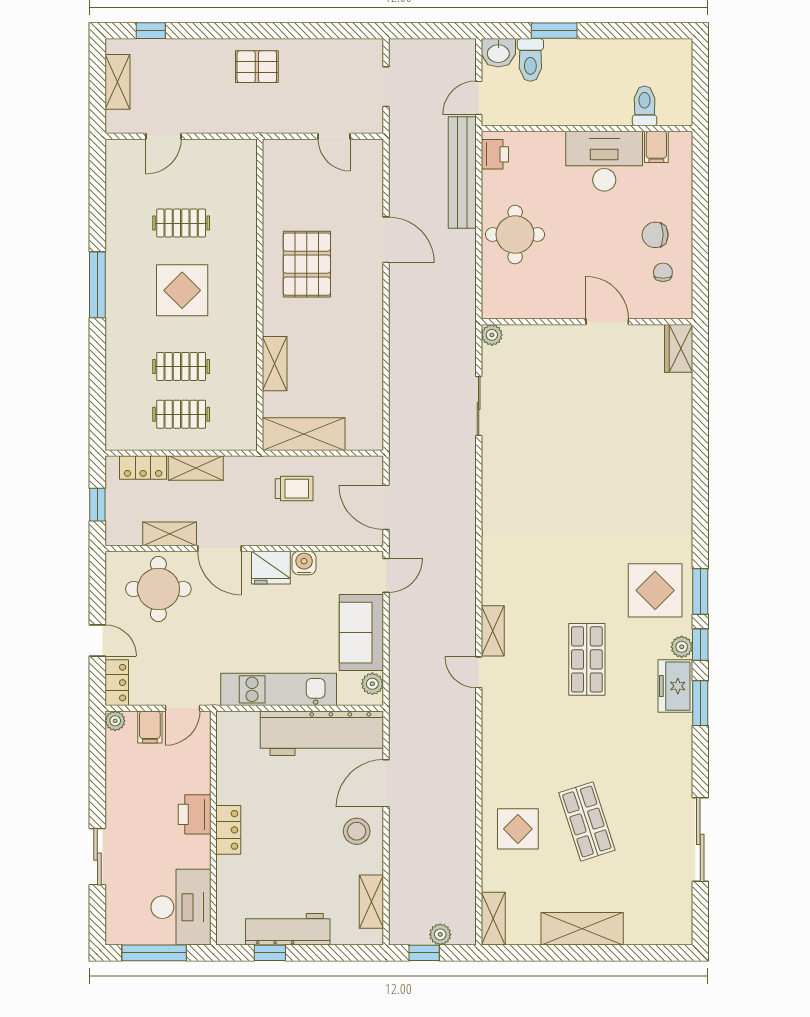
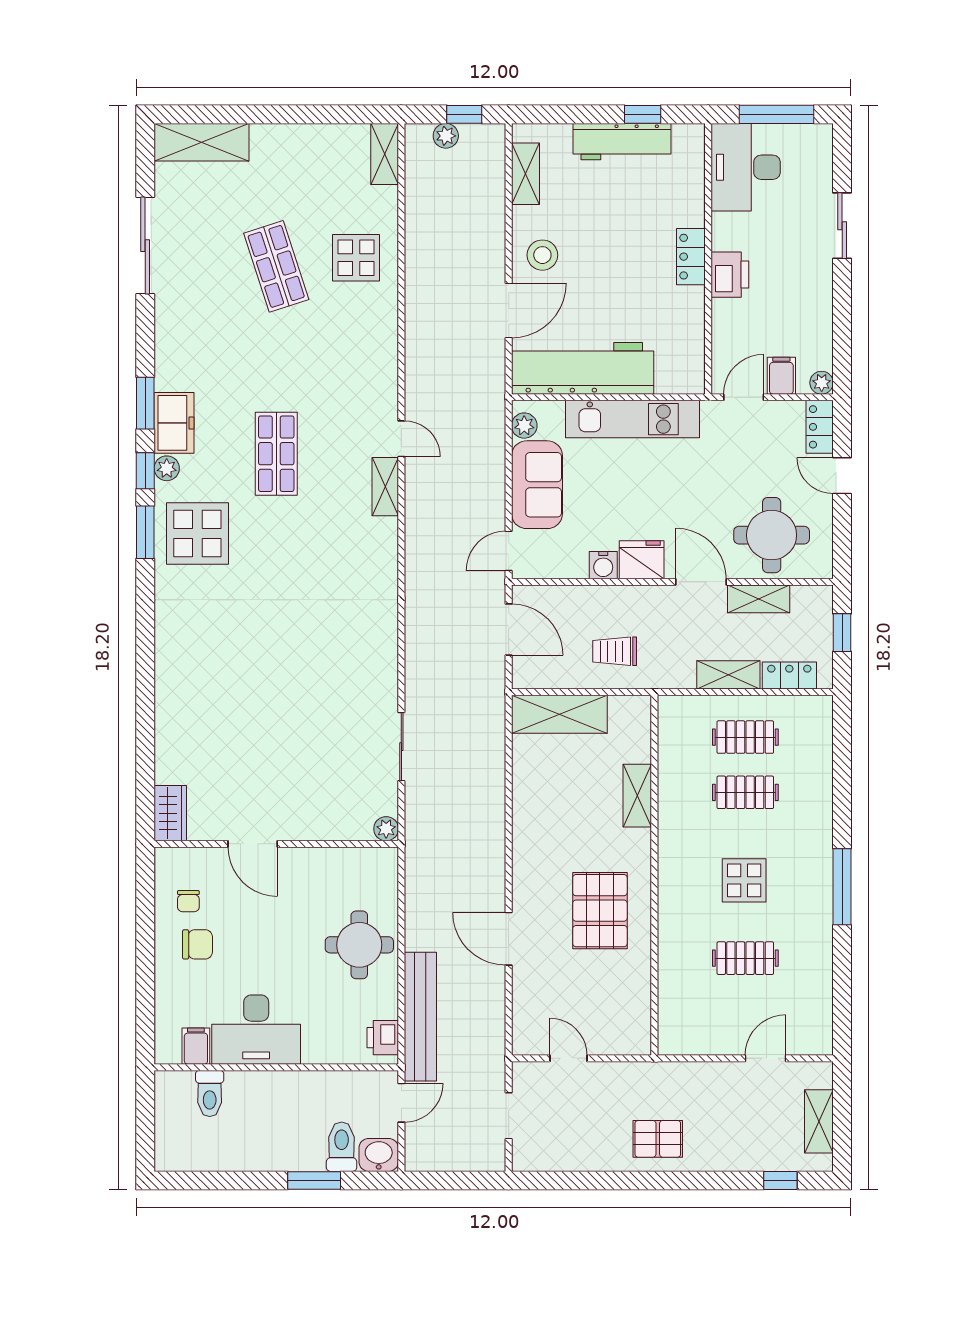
display table: (182, 290) -> (744, 880), width x0.73, depth x0.73
shelving: (304, 434) -> (559, 714), moved
shelving: (582, 929) -> (202, 142), moved

